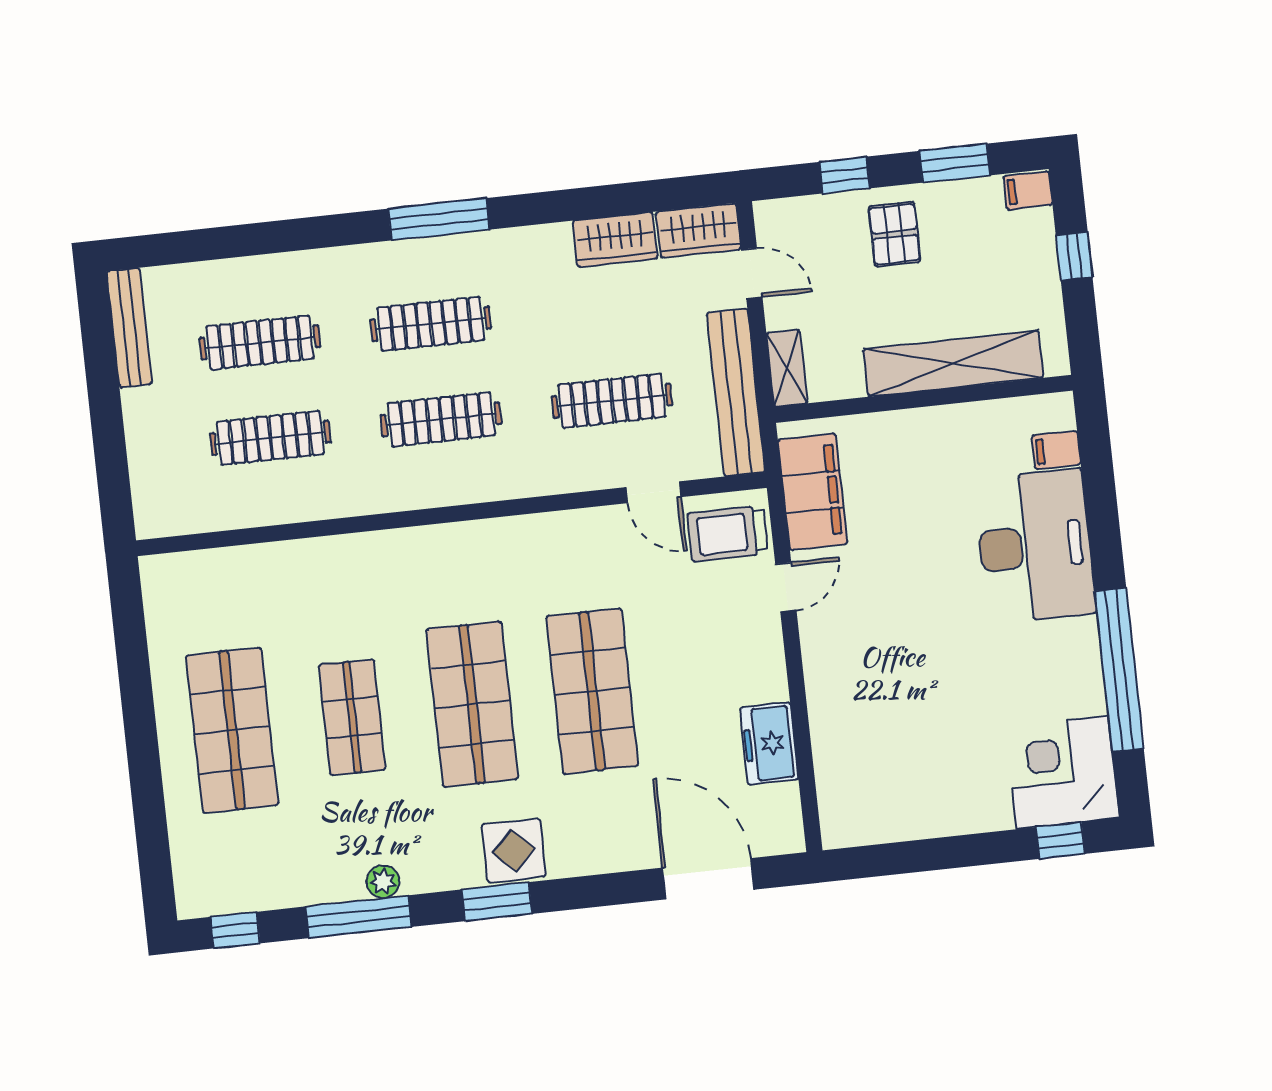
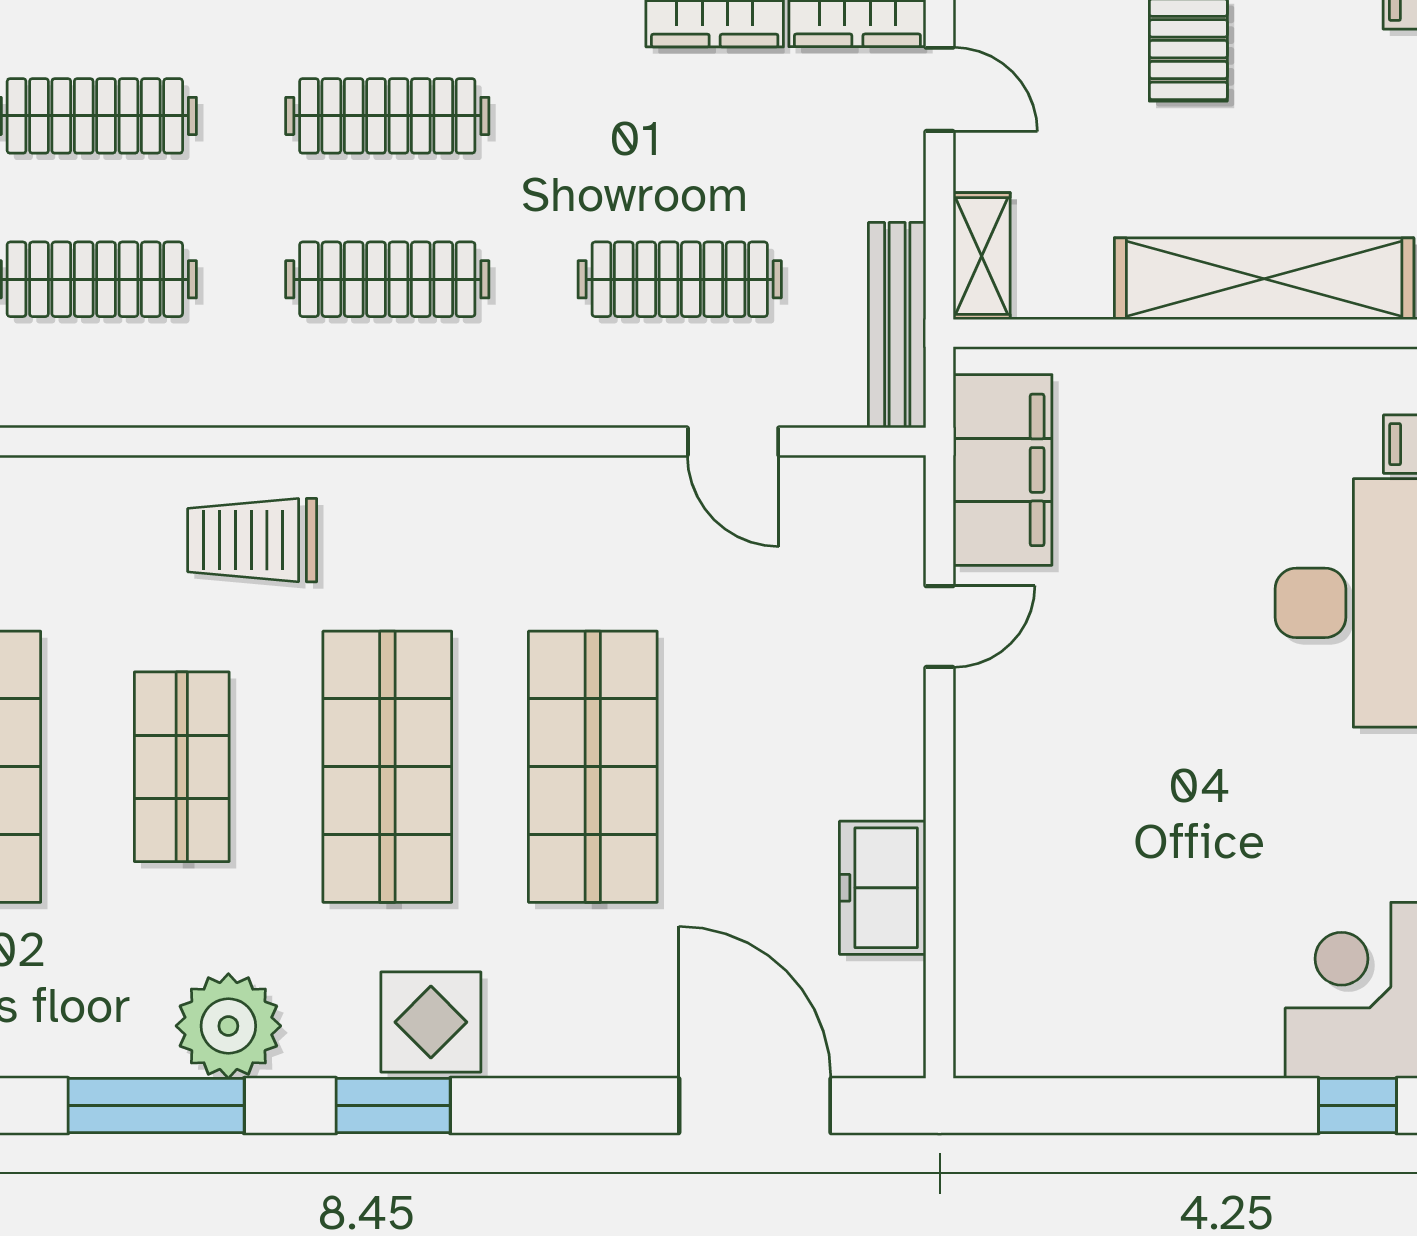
bench: (736, 392) -> (897, 325), width x0.73, depth x0.82
trolley: (727, 534) -> (252, 540), moved
plant: (383, 882) -> (228, 1026), width x1.88, depth x1.88

